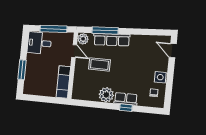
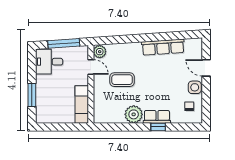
window: (105, 31) -> (125, 39), removed
row of seats: (112, 40) -> (163, 47), moved
door: (173, 51) -> (206, 68), moved

